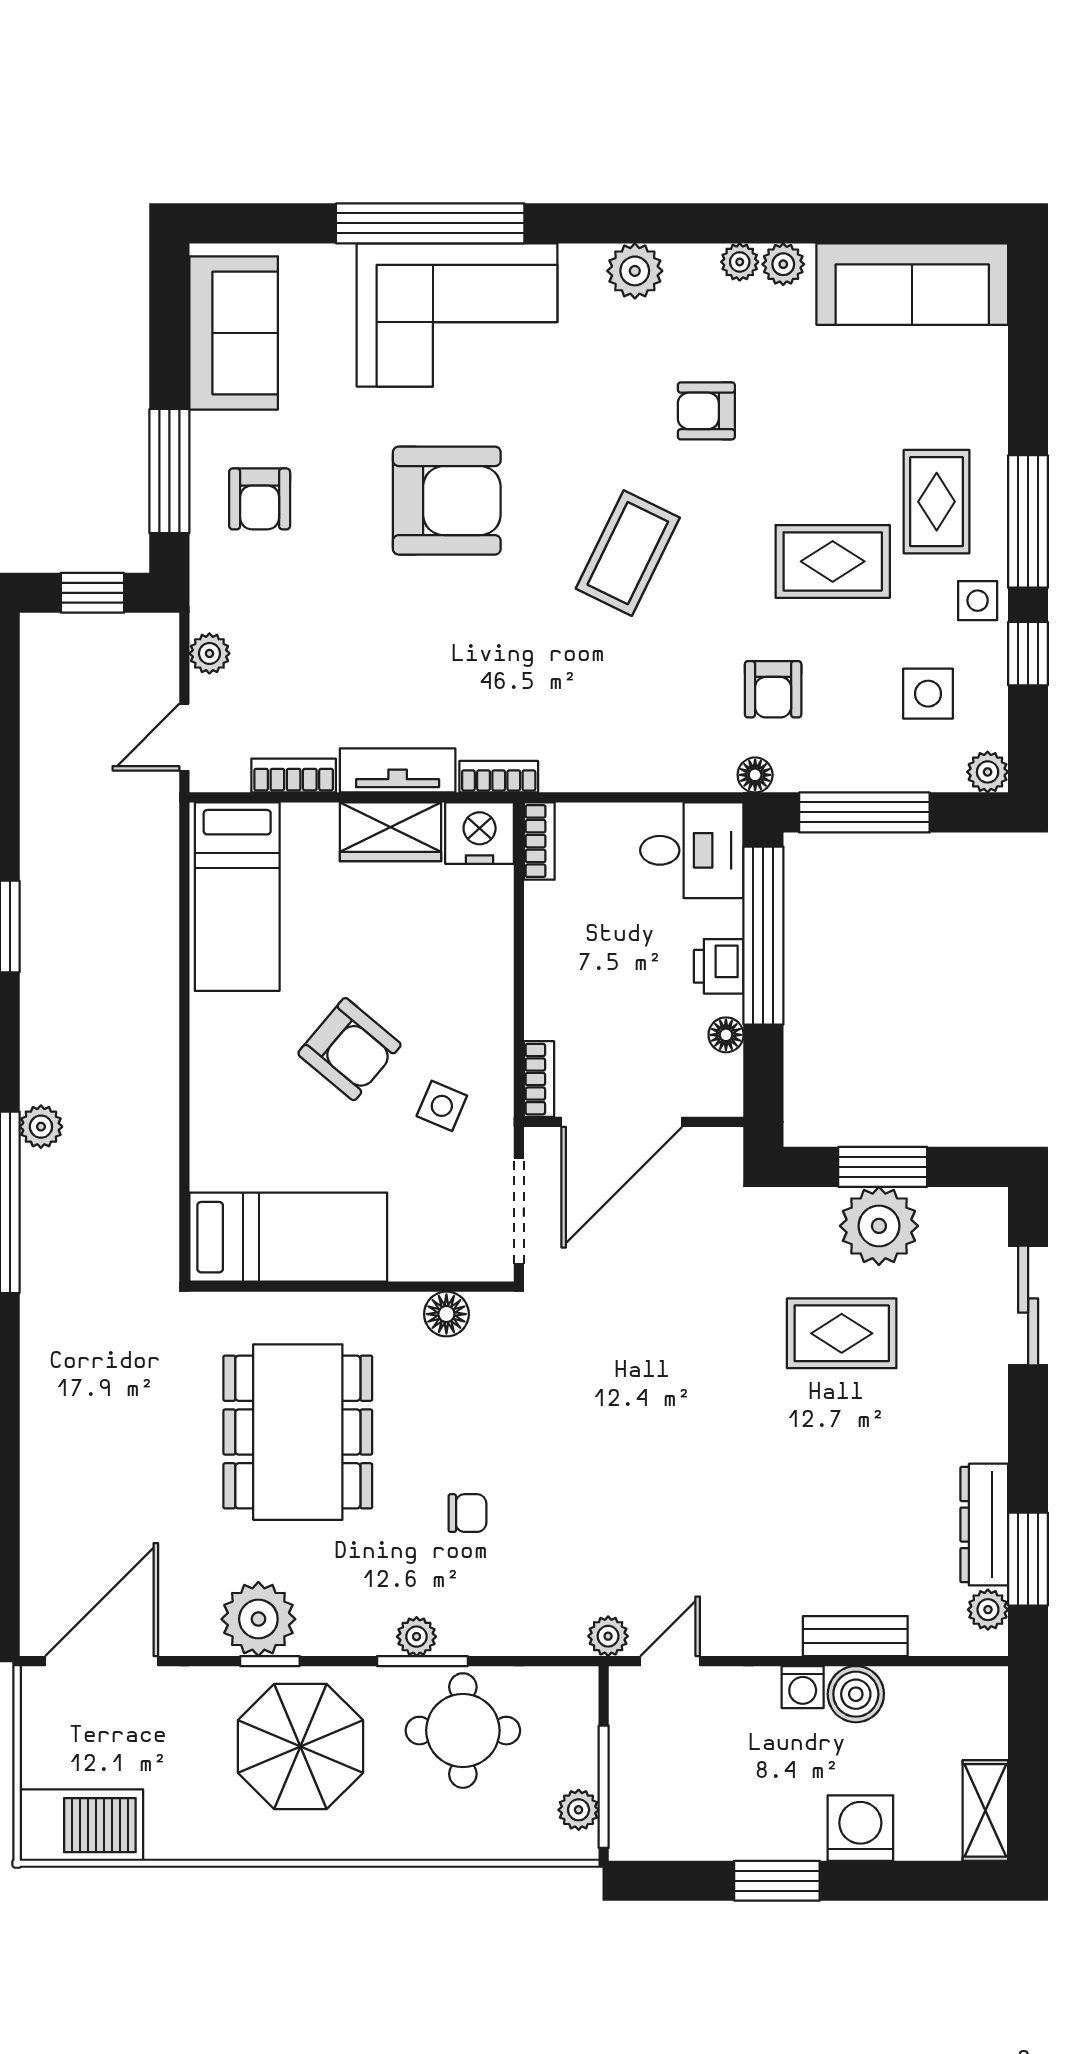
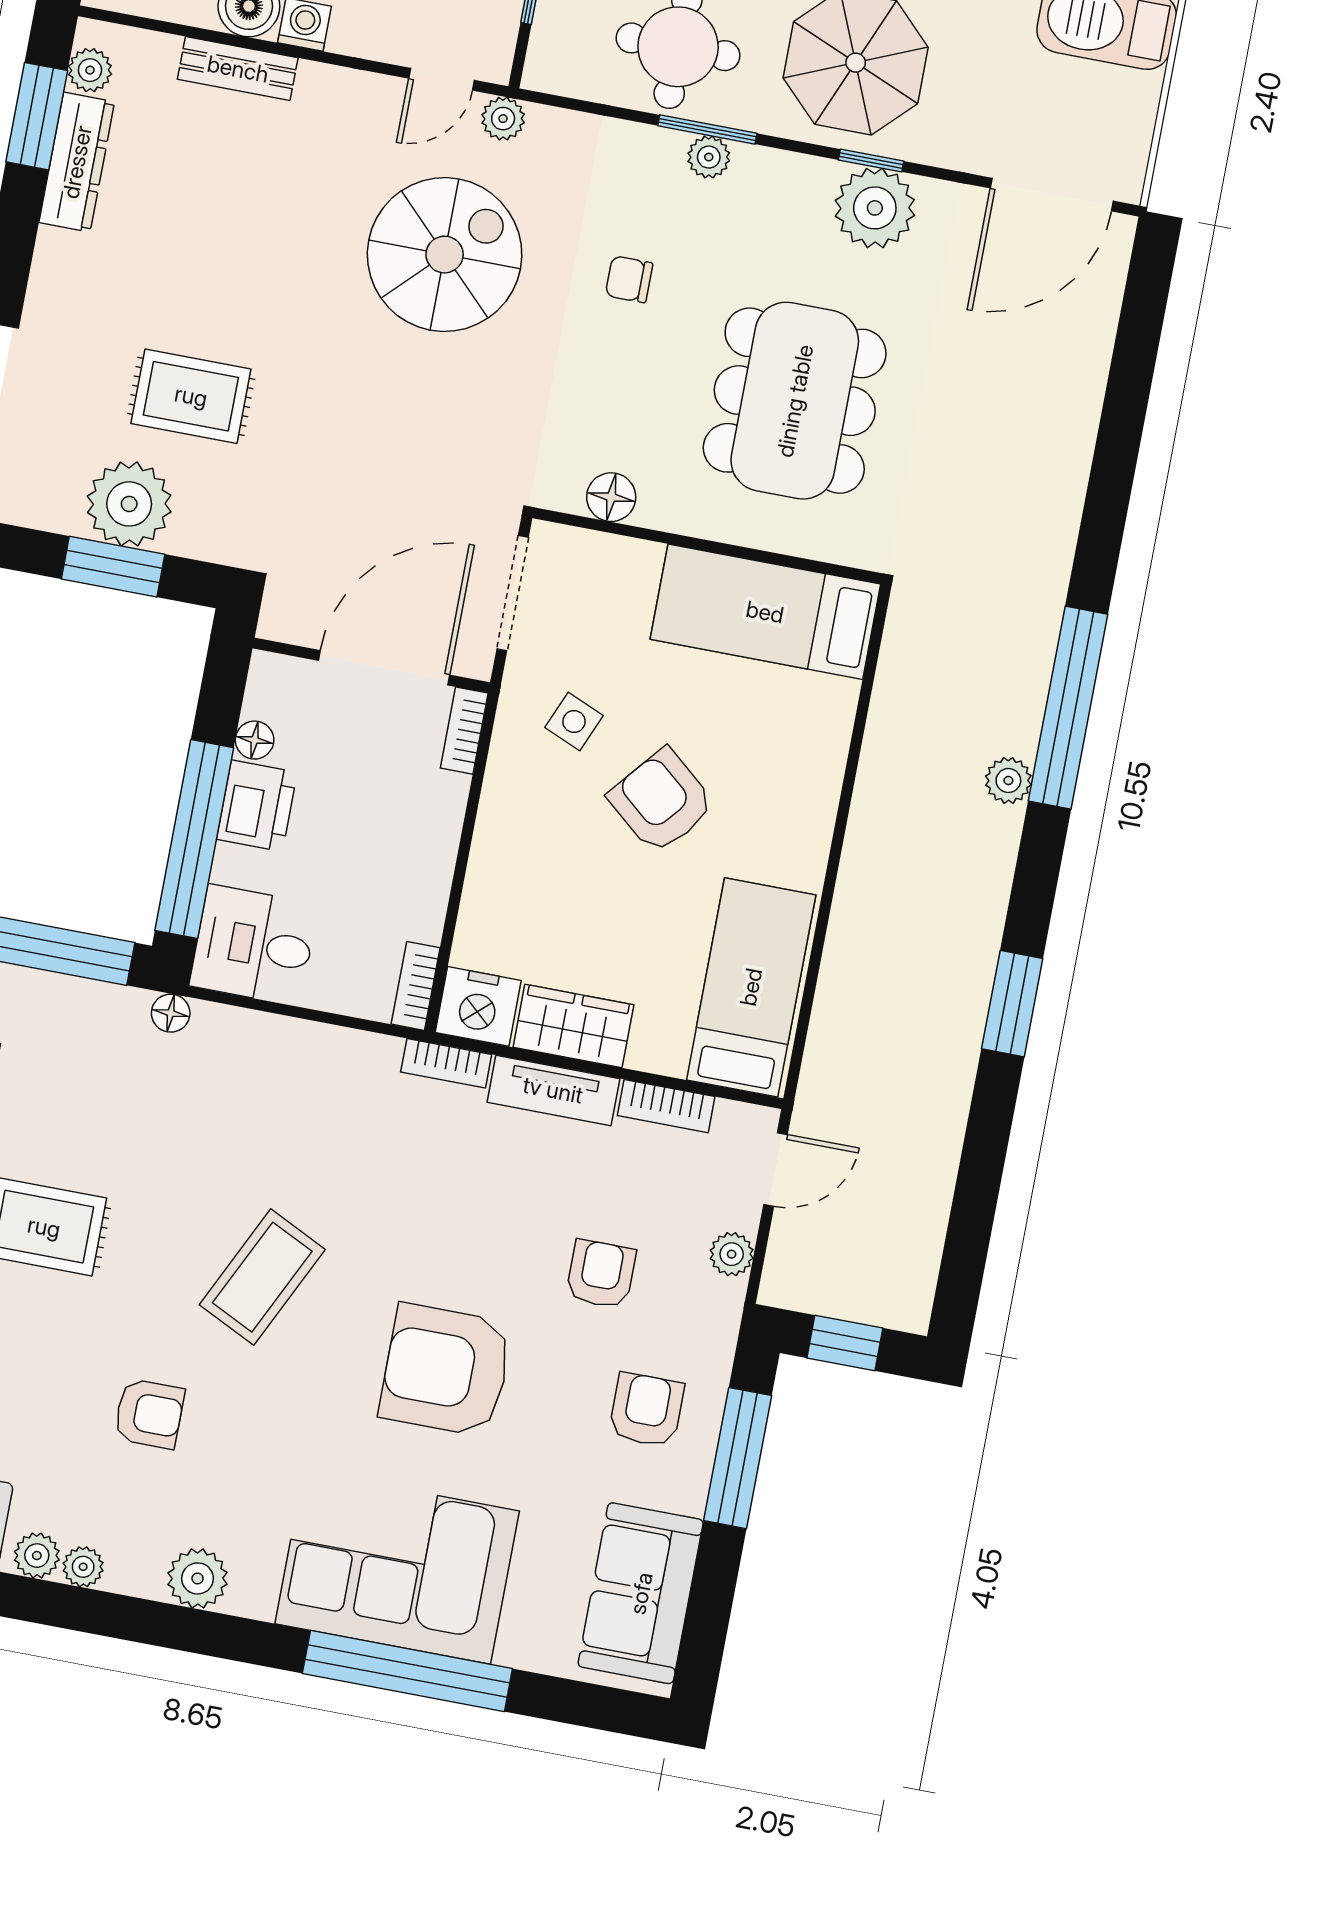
armchair: (773, 689) -> (601, 1274), moved
printer: (719, 966) -> (257, 806), width x1.36, depth x1.24
spiral stairs: (638, 1504) -> (445, 255), added

